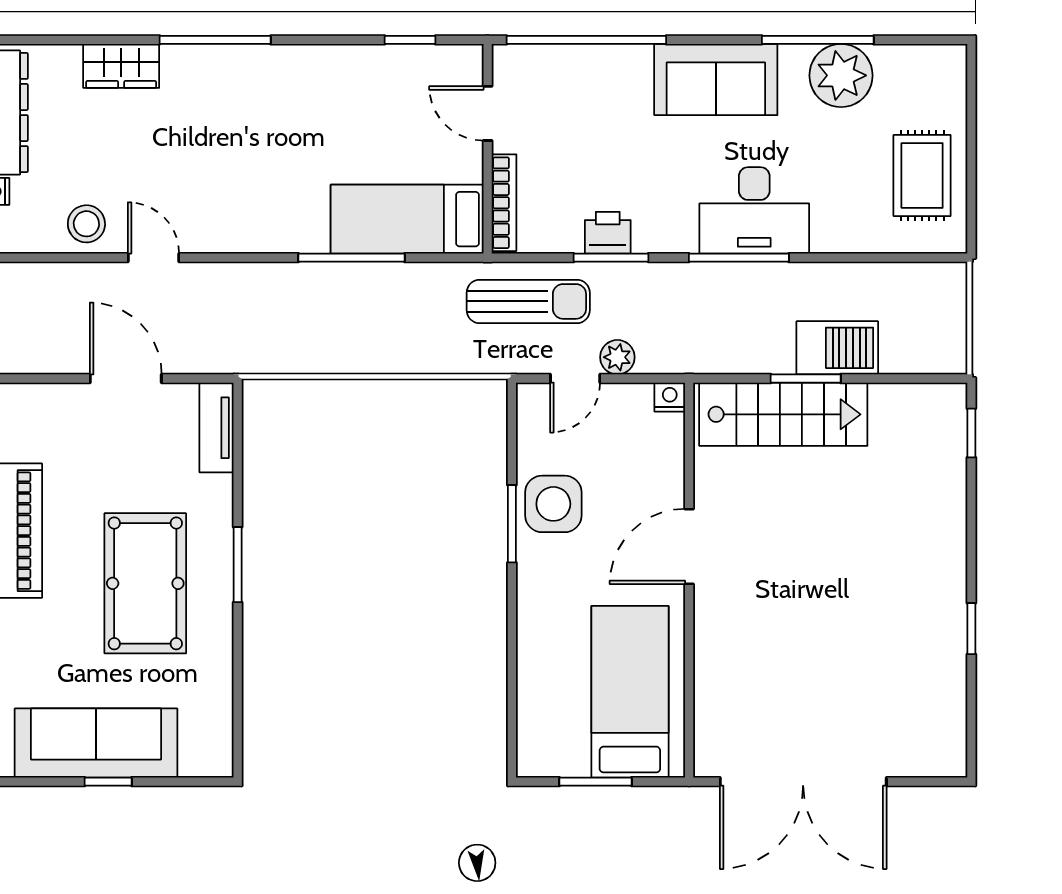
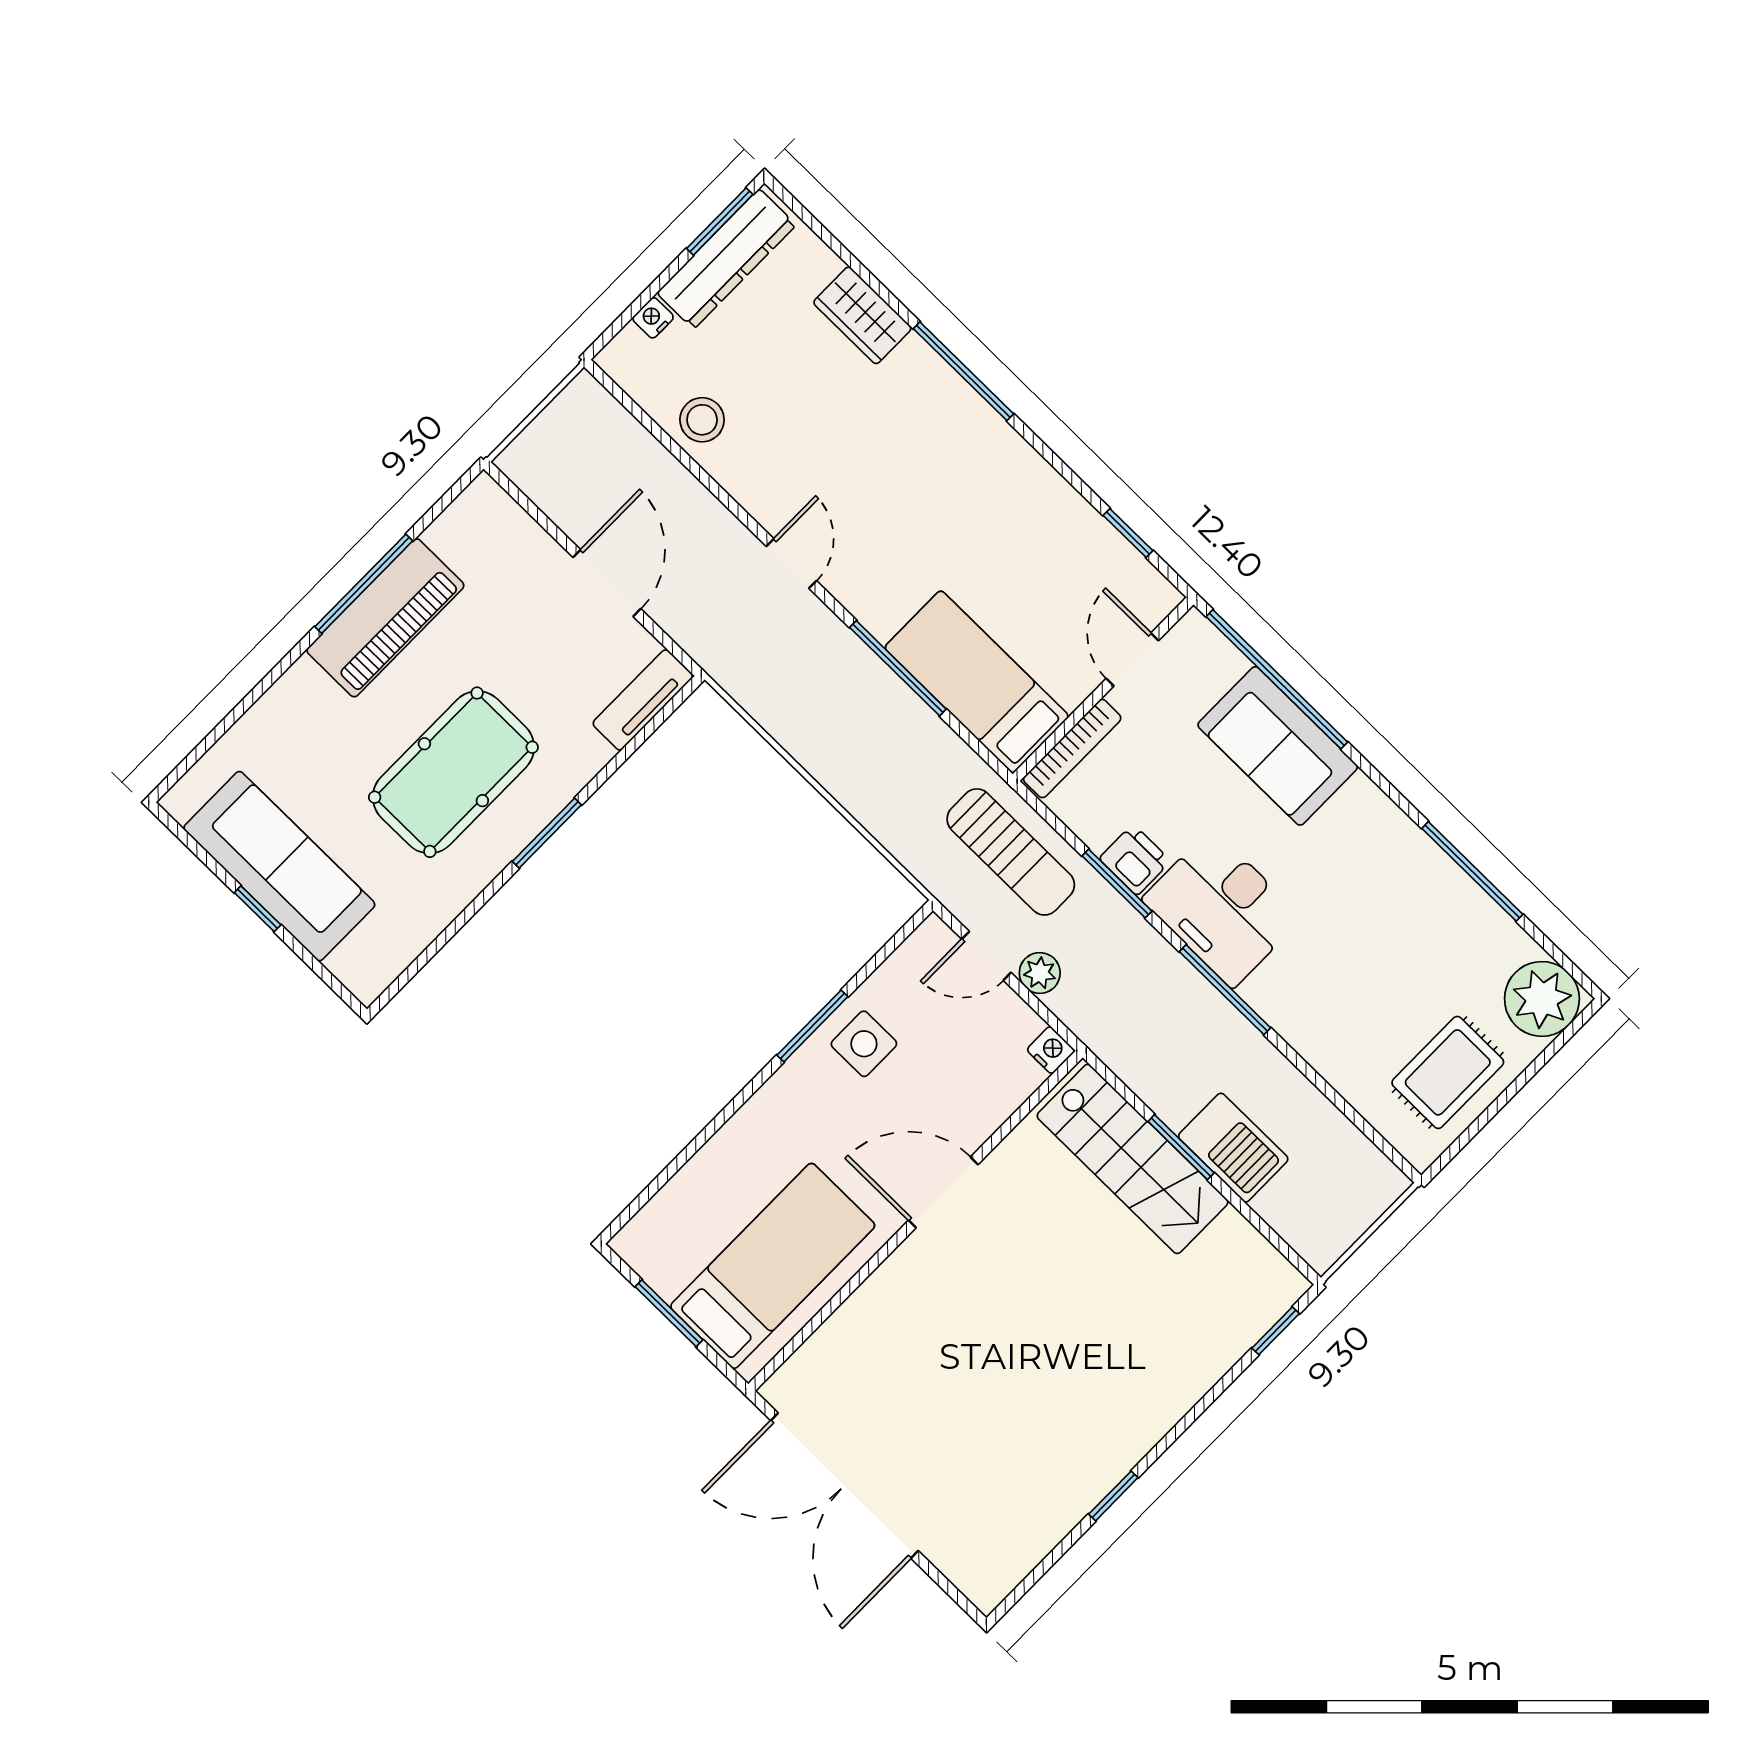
plant: (841, 75) -> (1542, 999), moved
sofa: (716, 80) -> (1278, 746), moved
desk: (754, 210) -> (1222, 908), moved
door: (153, 258) -> (791, 564), moved
side table: (553, 504) -> (864, 1044), width x0.73, depth x0.73

